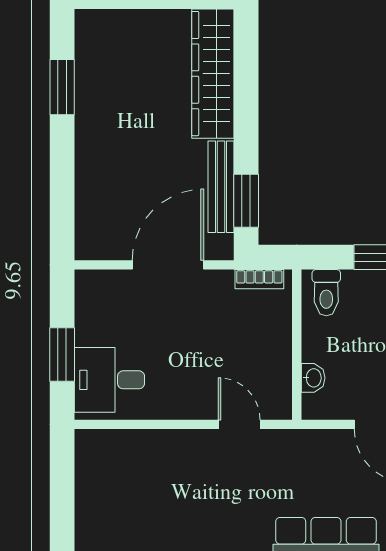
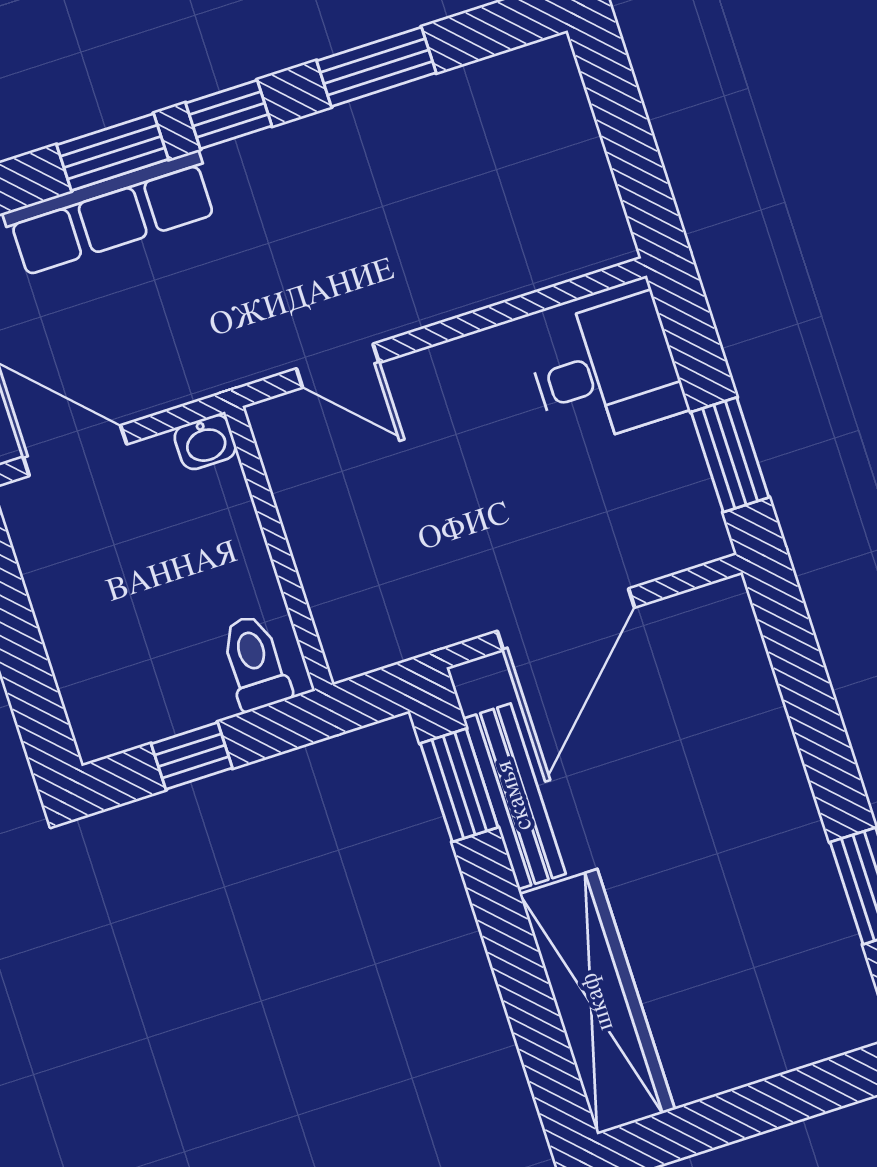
bookcase: (259, 279) -> (388, 648), removed
window: (62, 354) -> (730, 455), moved
washbasin: (313, 378) -> (205, 442), moved, turned -90

